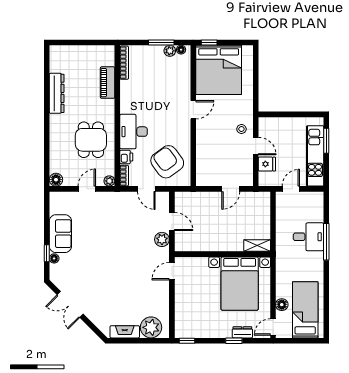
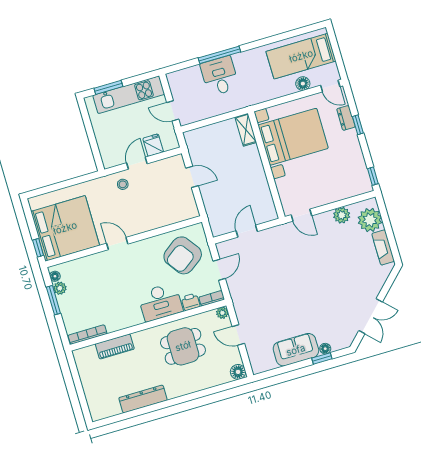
plant: (162, 239) -> (342, 215), moved

